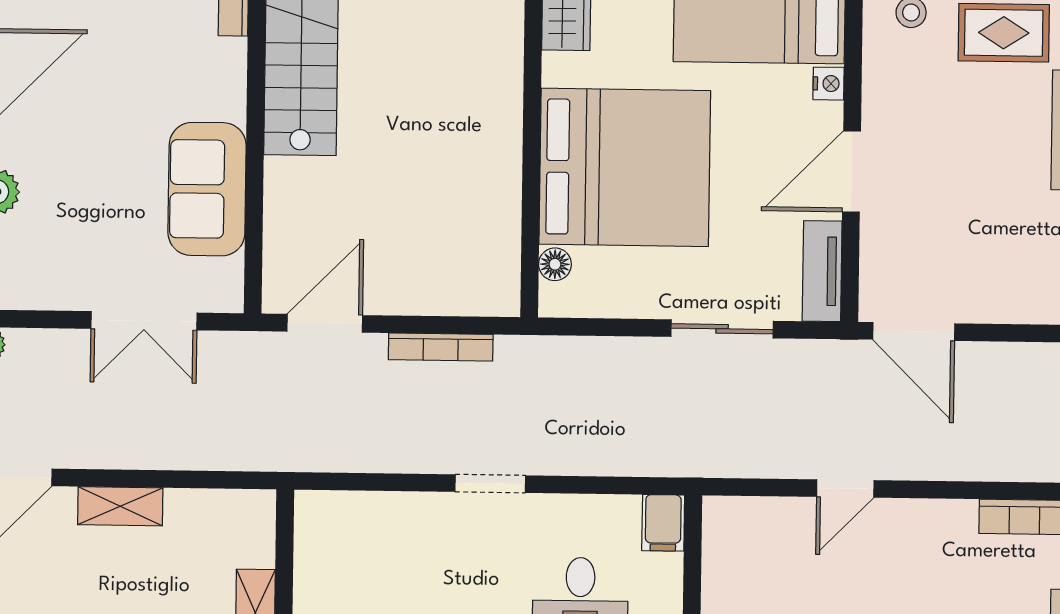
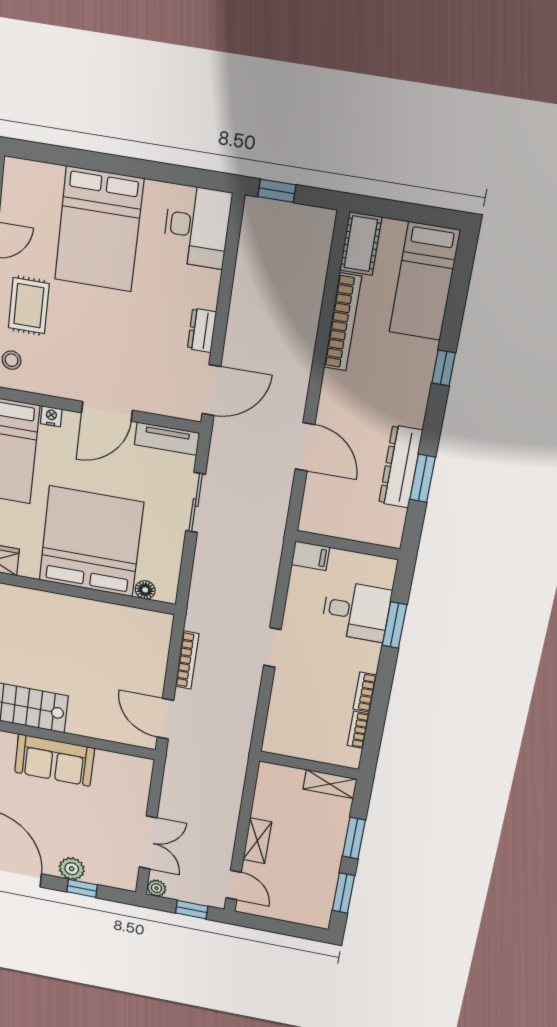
door: (851, 172) -> (107, 411), hinge flipped
sofa: (207, 189) -> (54, 760), moved
dresser: (1007, 305) -> (202, 330), added
double door: (144, 321) -> (148, 843), moved
door: (845, 489) -> (305, 447), width x1.38

